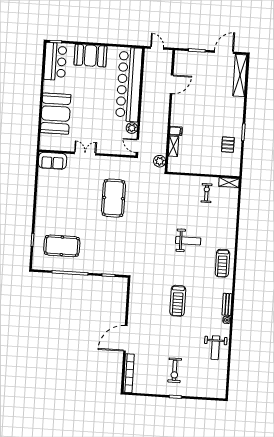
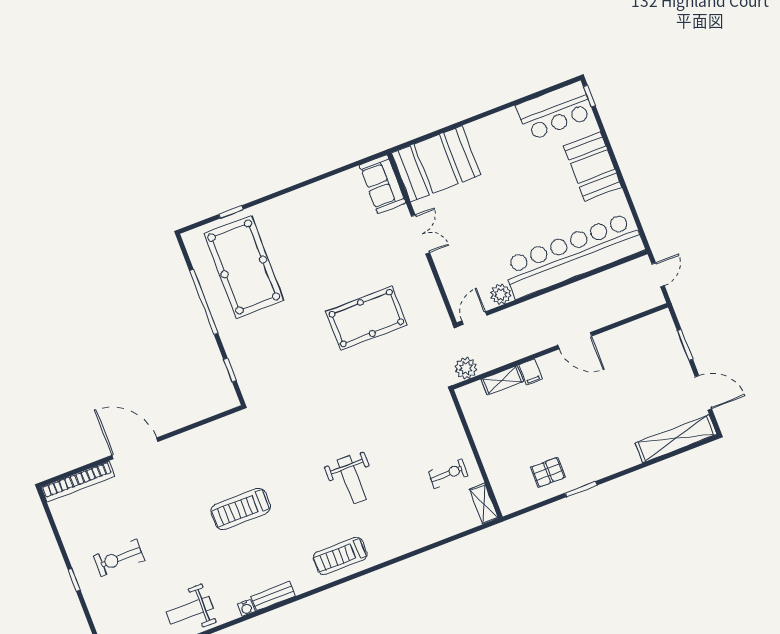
door: (172, 84) -> (575, 341), moved
booth: (56, 114) -> (436, 164), moved
pool table: (62, 246) -> (244, 267), width x1.36, depth x1.32

